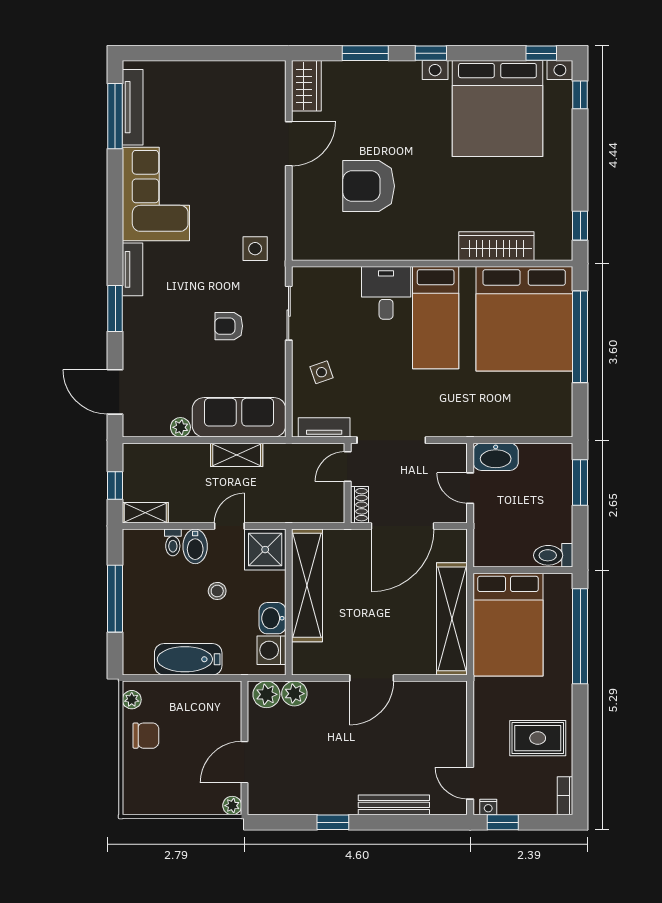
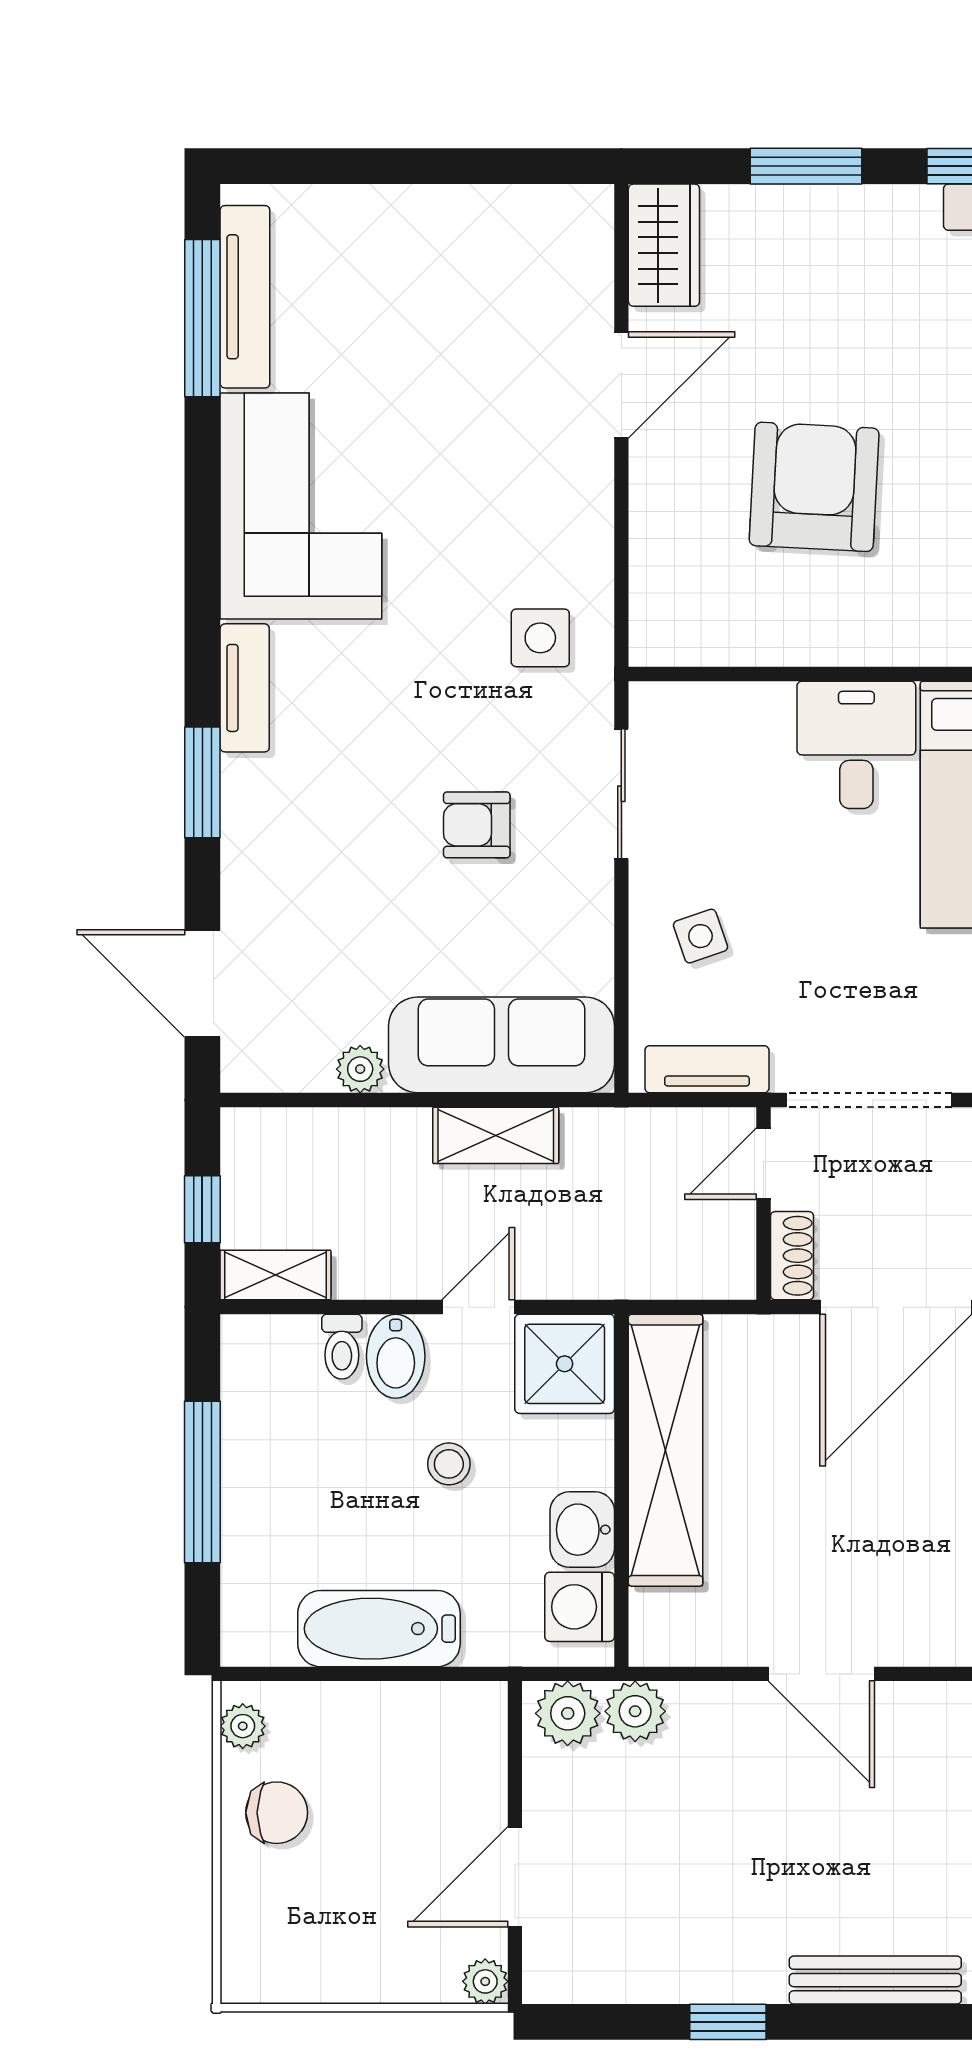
armchair: (369, 186) -> (814, 487), turned 93
door: (372, 678) -> (821, 1674), hinge flipped

